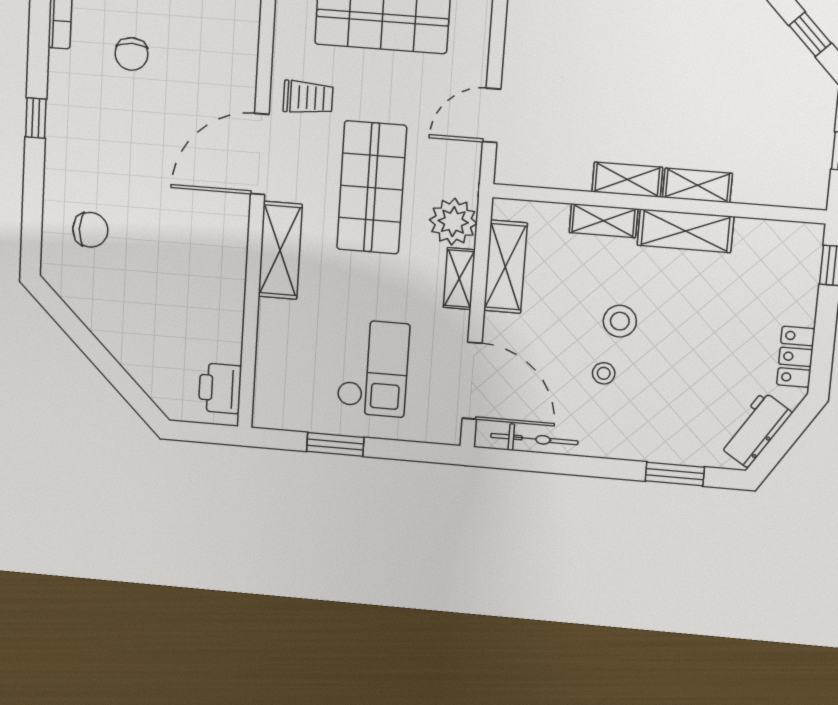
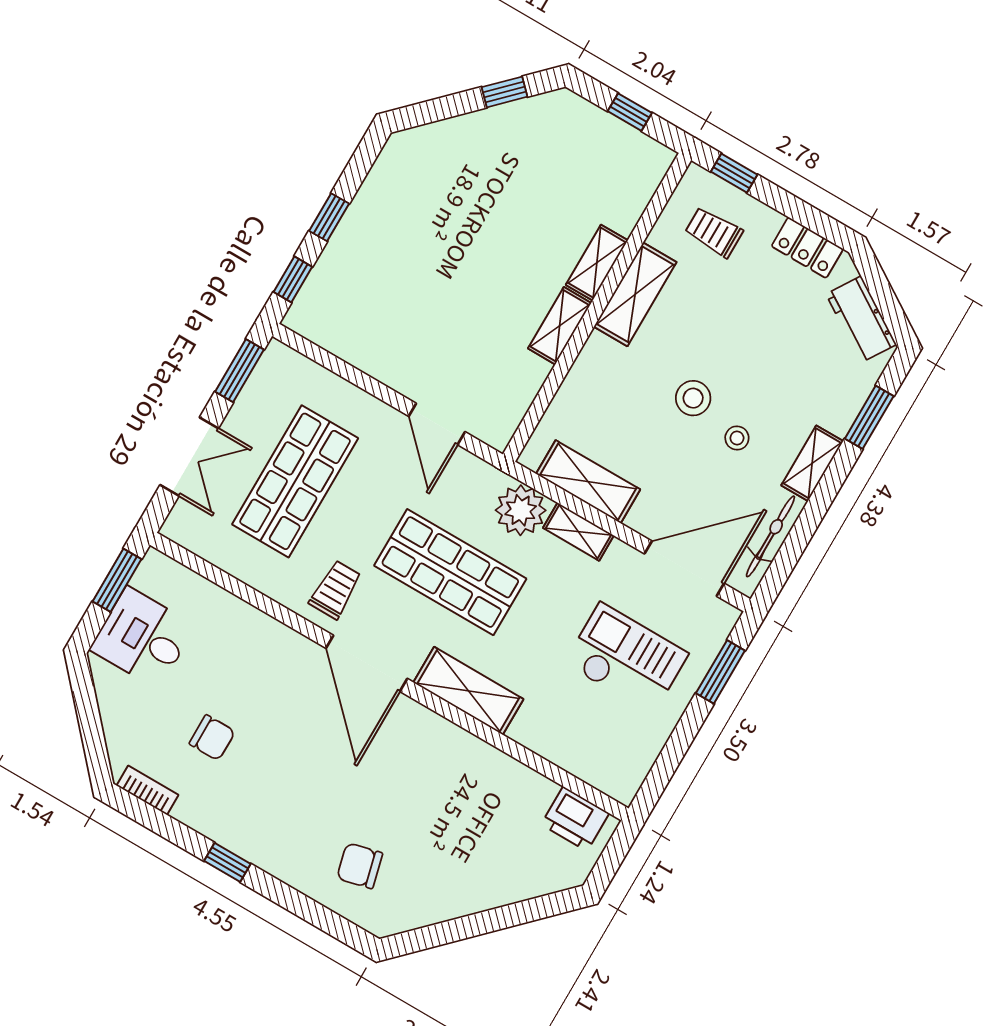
shelving: (603, 221) -> (812, 463), moved
chair: (90, 230) -> (360, 866), turned -104
trolley: (772, 272) -> (714, 232), added
window: (335, 444) -> (720, 672), moved

